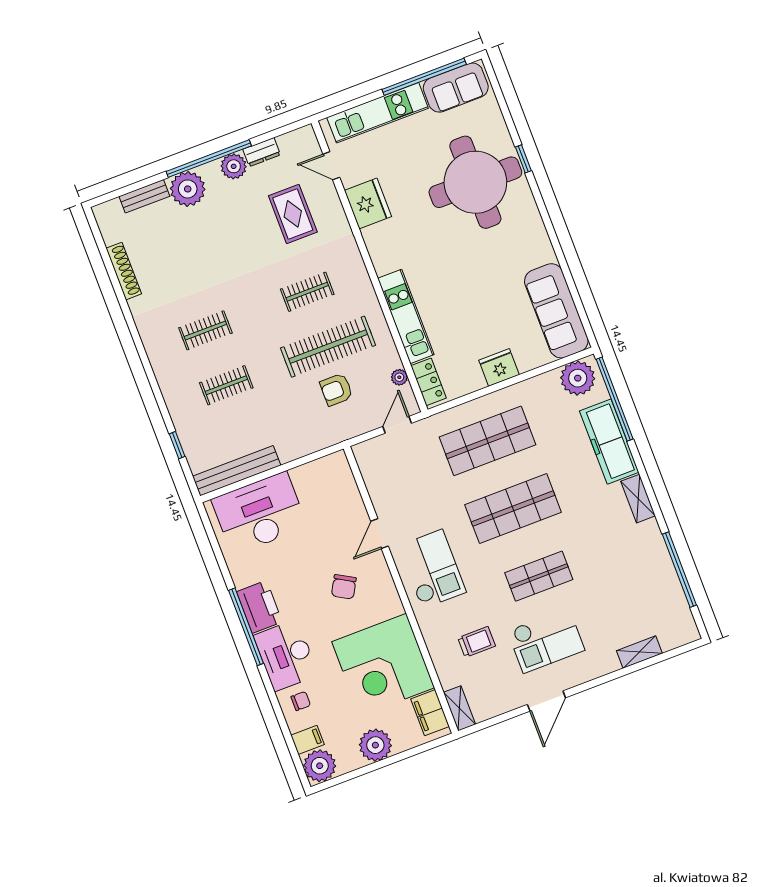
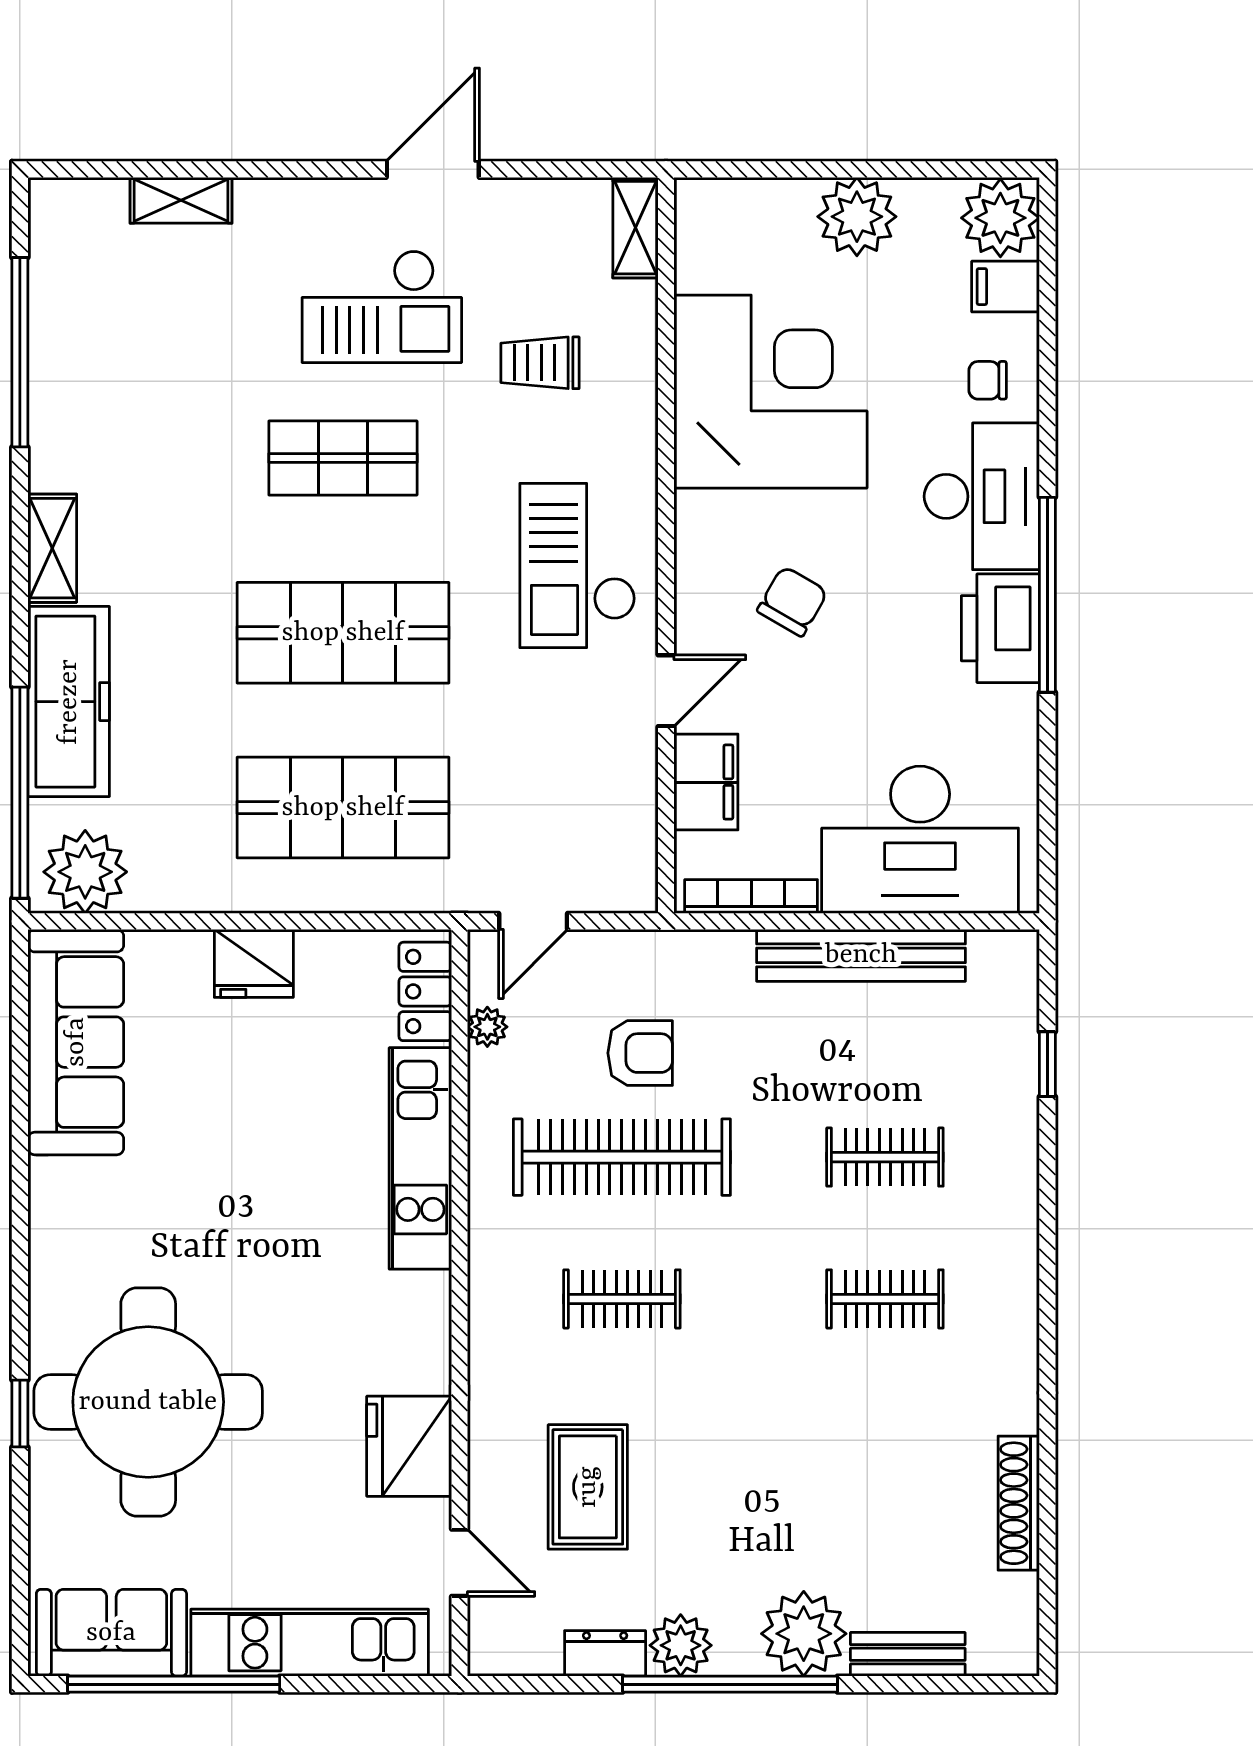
bookcase: (316, 466) -> (751, 896), added
bench: (237, 471) -> (861, 955), moved
checkout: (546, 641) -> (382, 306), turned 180
filing cabinet: (430, 713) -> (706, 782), moved

